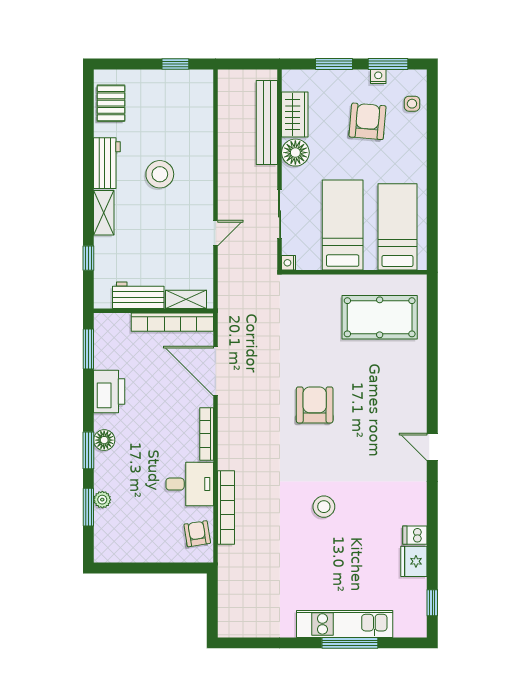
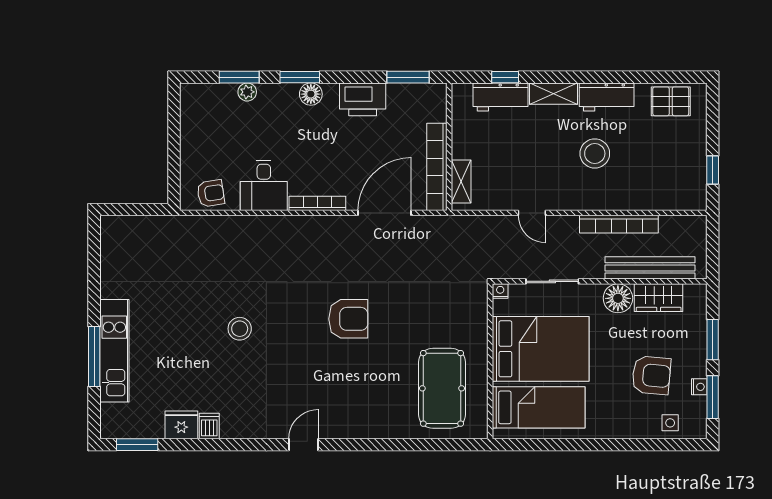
bed: (343, 225) -> (541, 349), width x1.50
workbench: (138, 295) -> (500, 97), moved, turned 90
bookcase: (226, 507) -> (619, 224), moved
window: (432, 603) -> (137, 445), width x1.50

